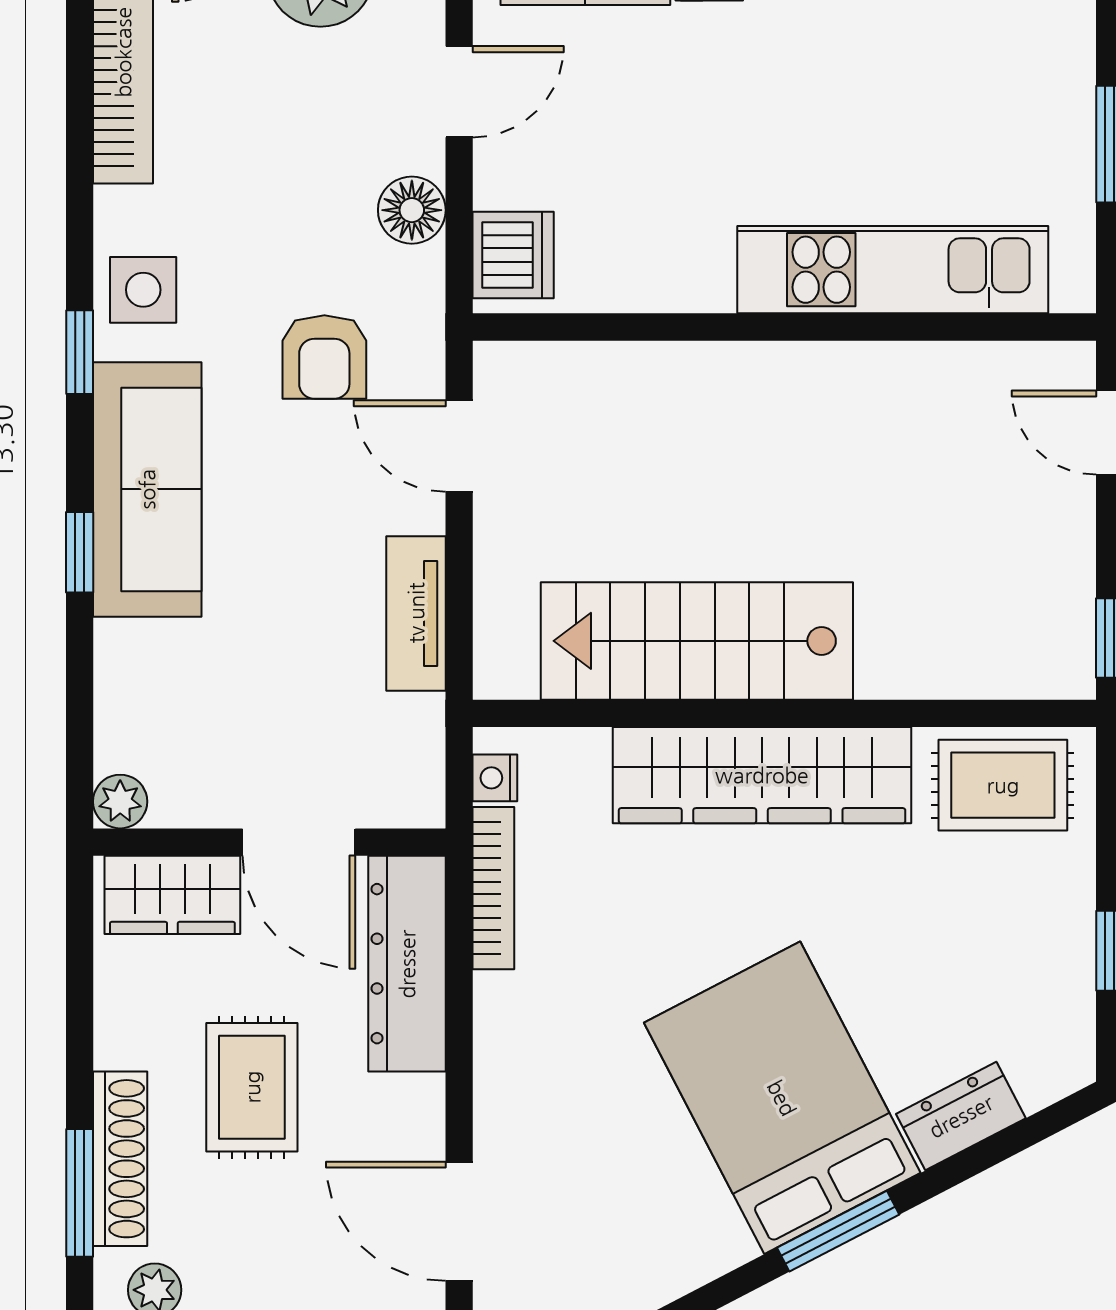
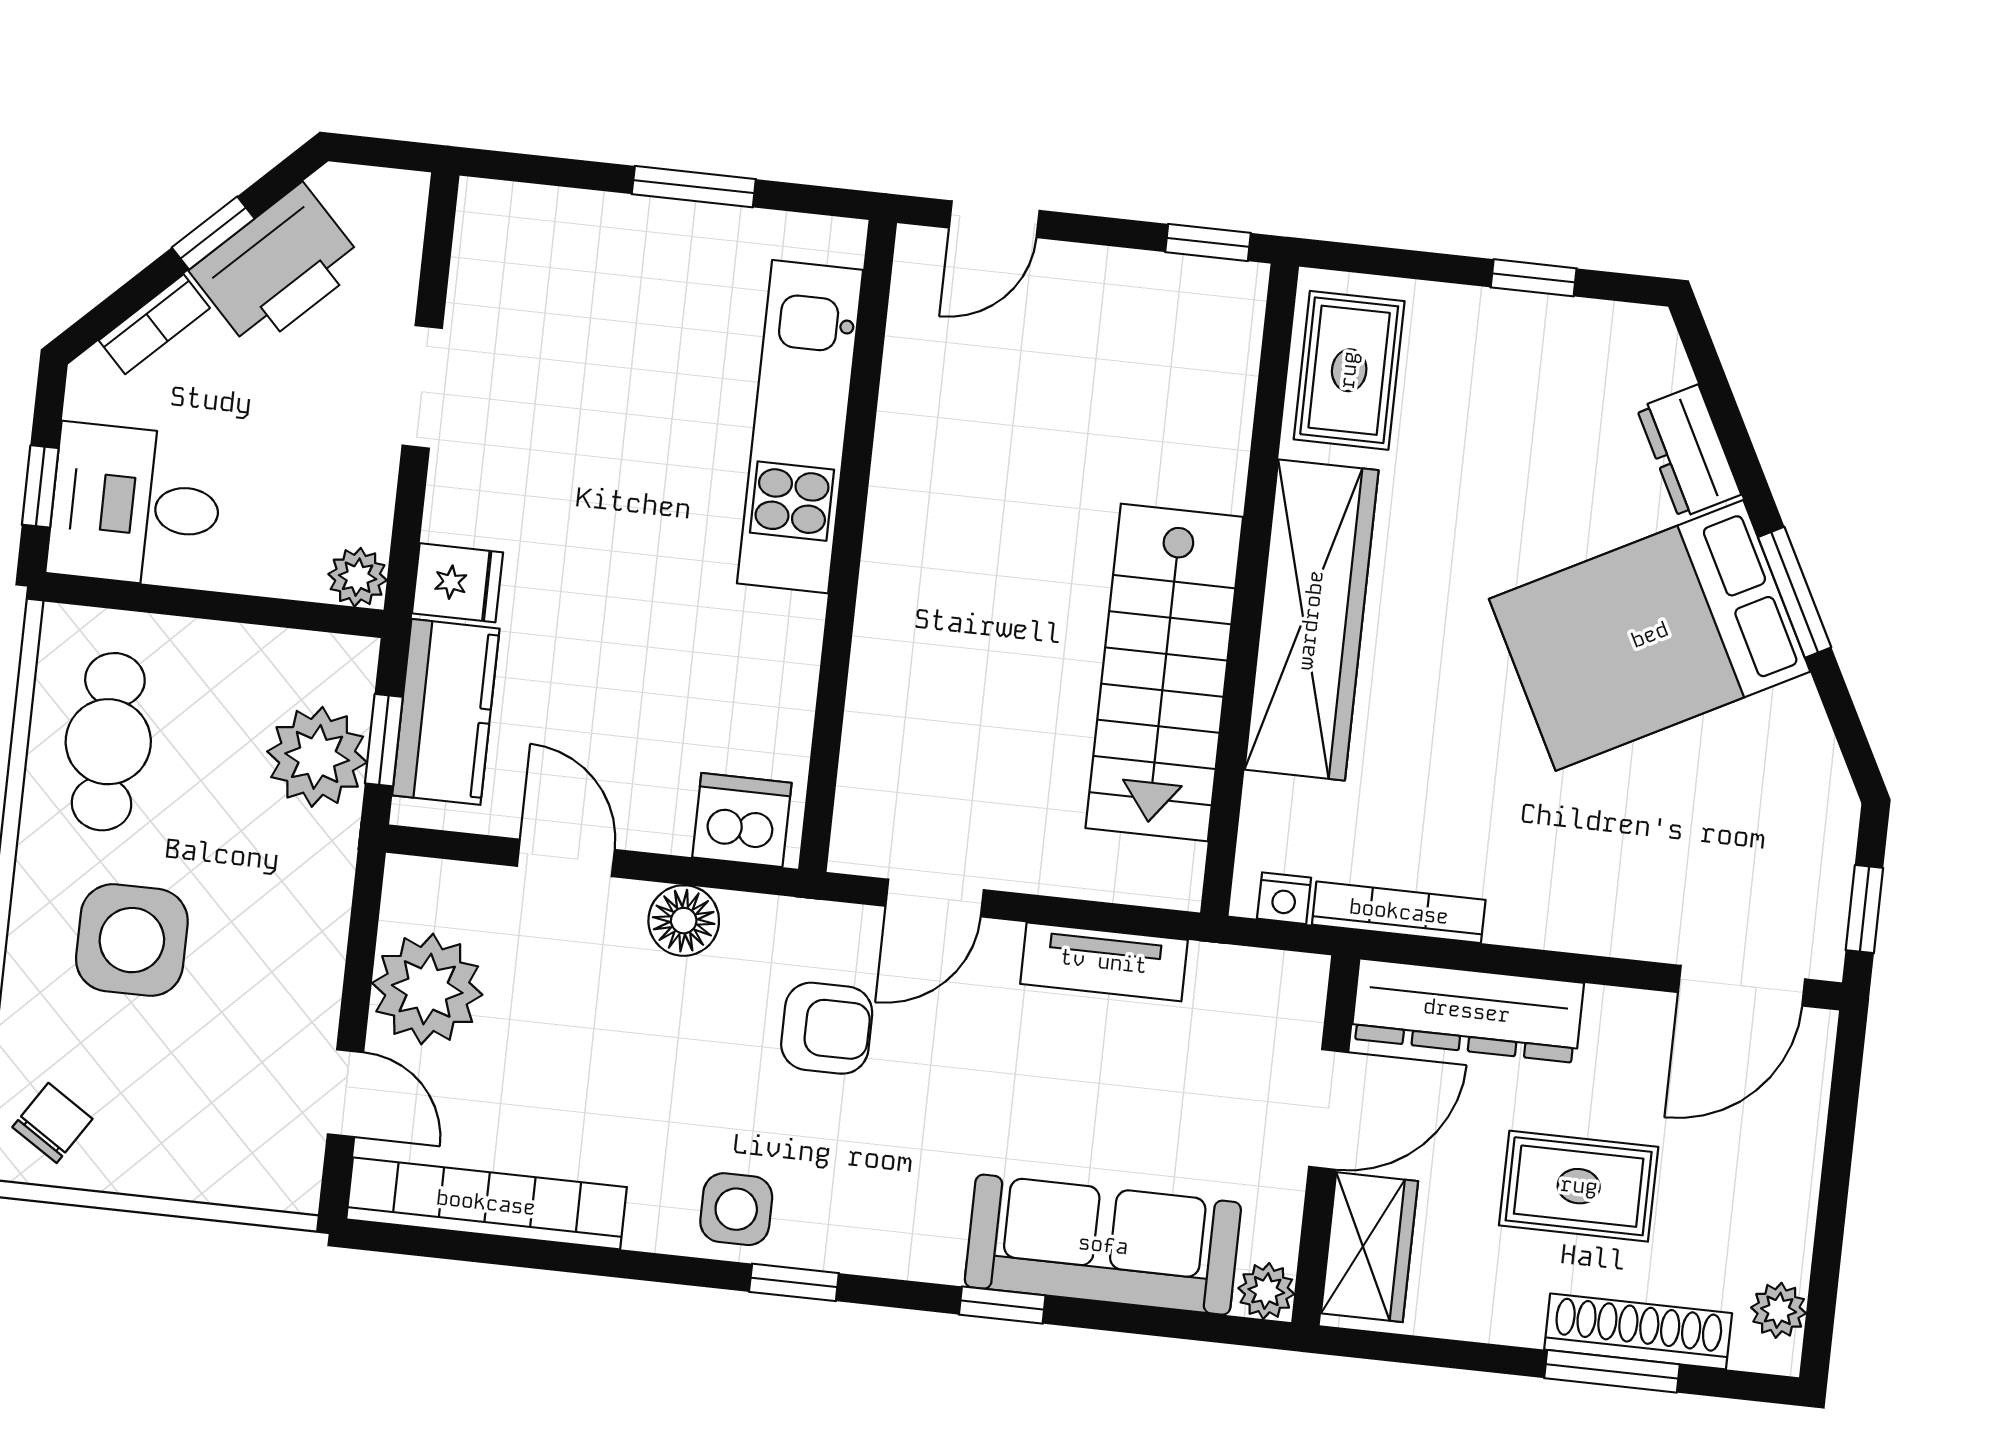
sofa: (147, 489) -> (1103, 1245), moved
window: (80, 1193) -> (1612, 1371), moved

